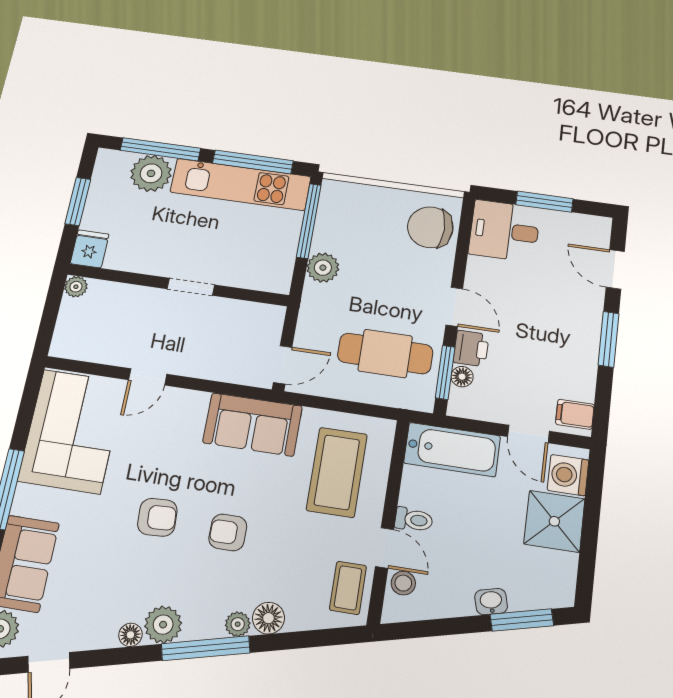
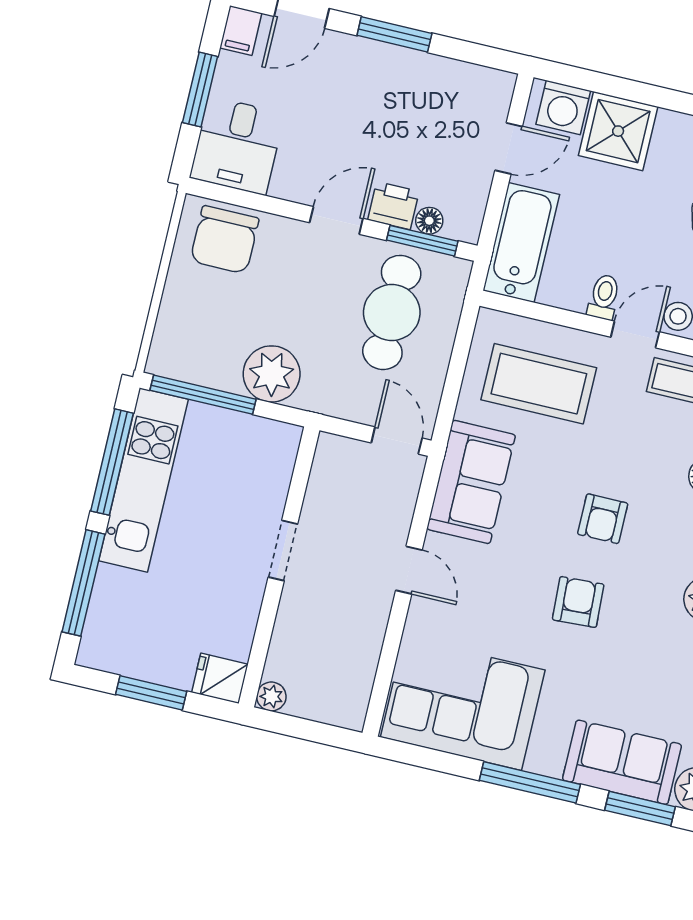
plant: (151, 173) -> (118, 596), removed
plant: (323, 268) -> (272, 374), width x1.36, depth x1.36
door: (148, 377) -> (409, 570), moved
filing cabinet: (575, 414) -> (241, 31), moved

